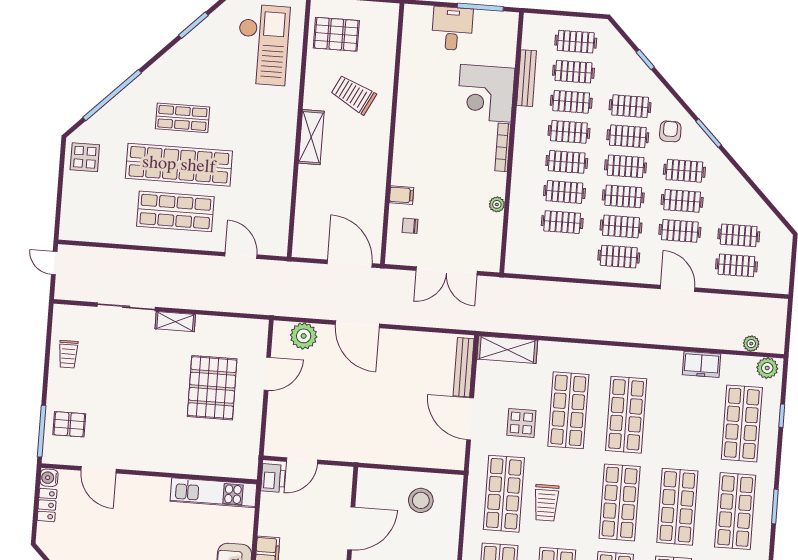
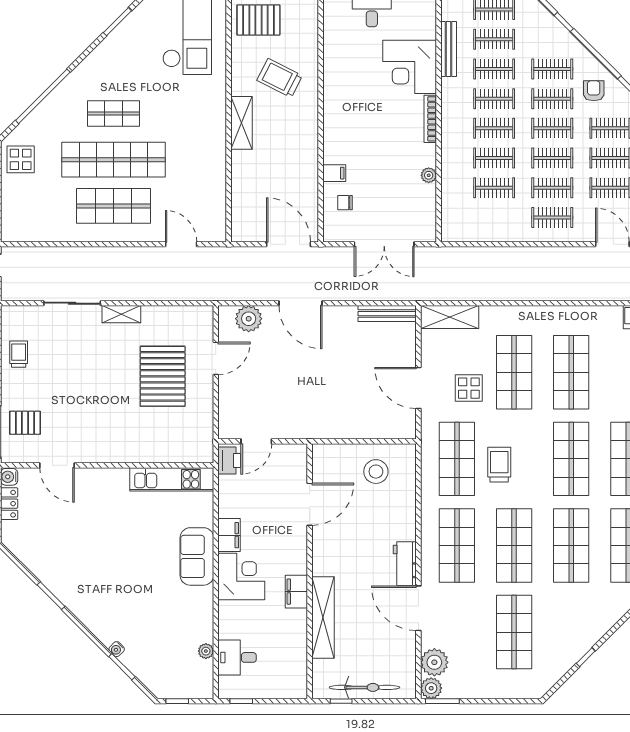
trolley: (68, 354) -> (19, 354), turned 180
bench: (464, 367) -> (387, 314), moved, turned 90
trolley: (546, 503) -> (499, 465), turned 180

